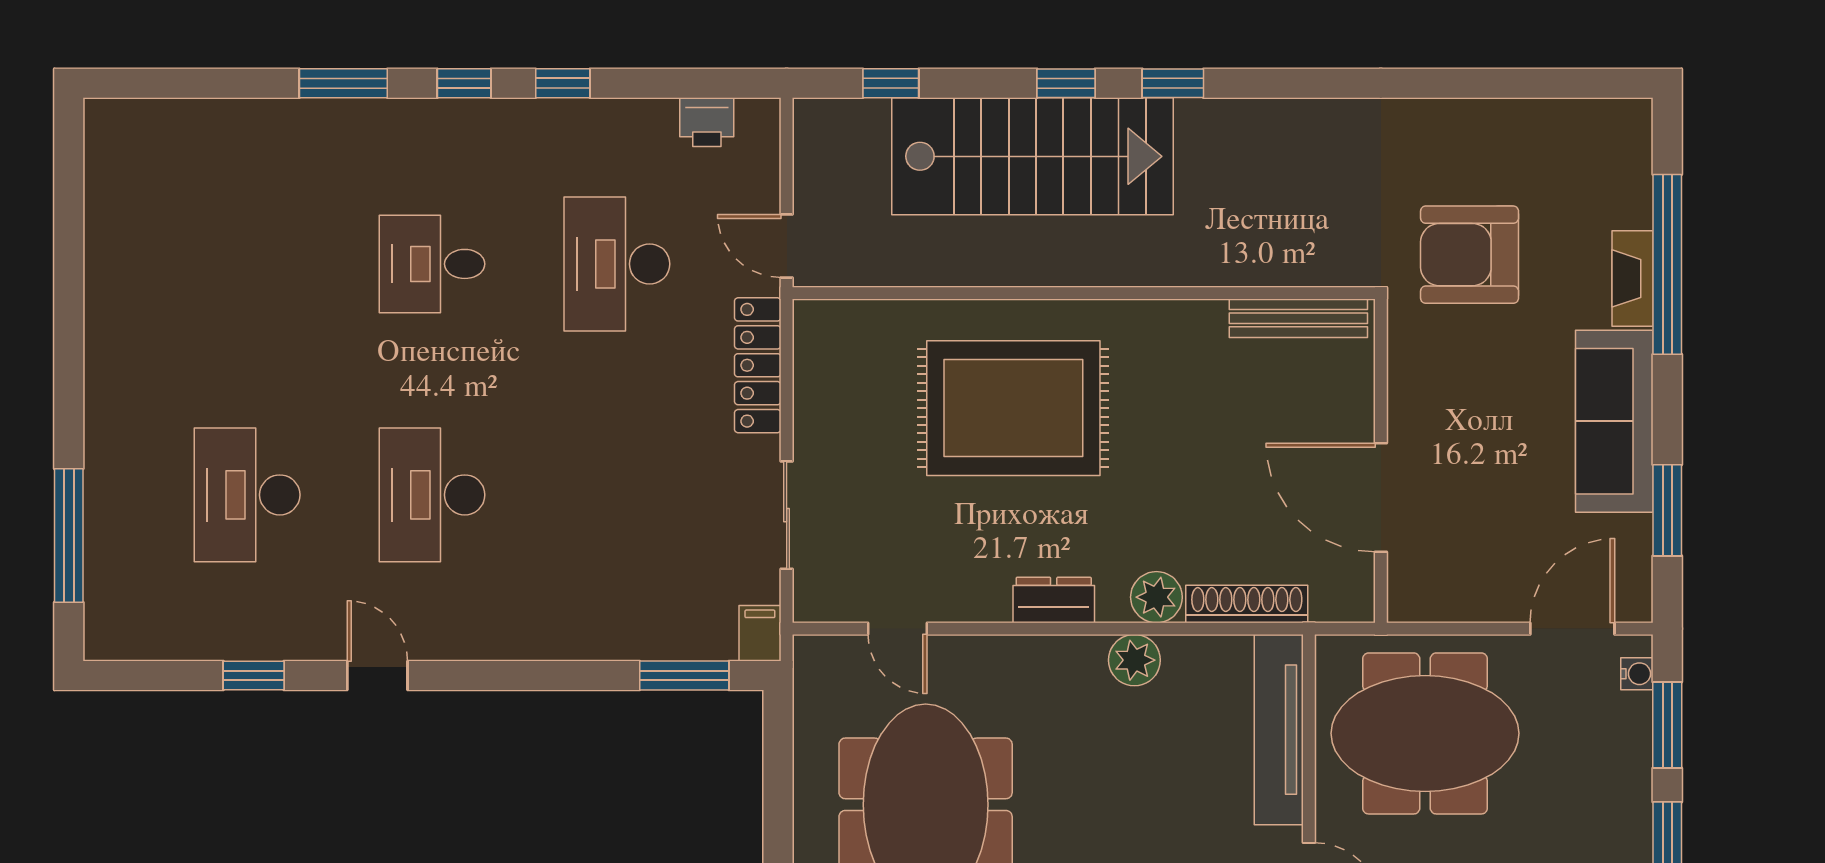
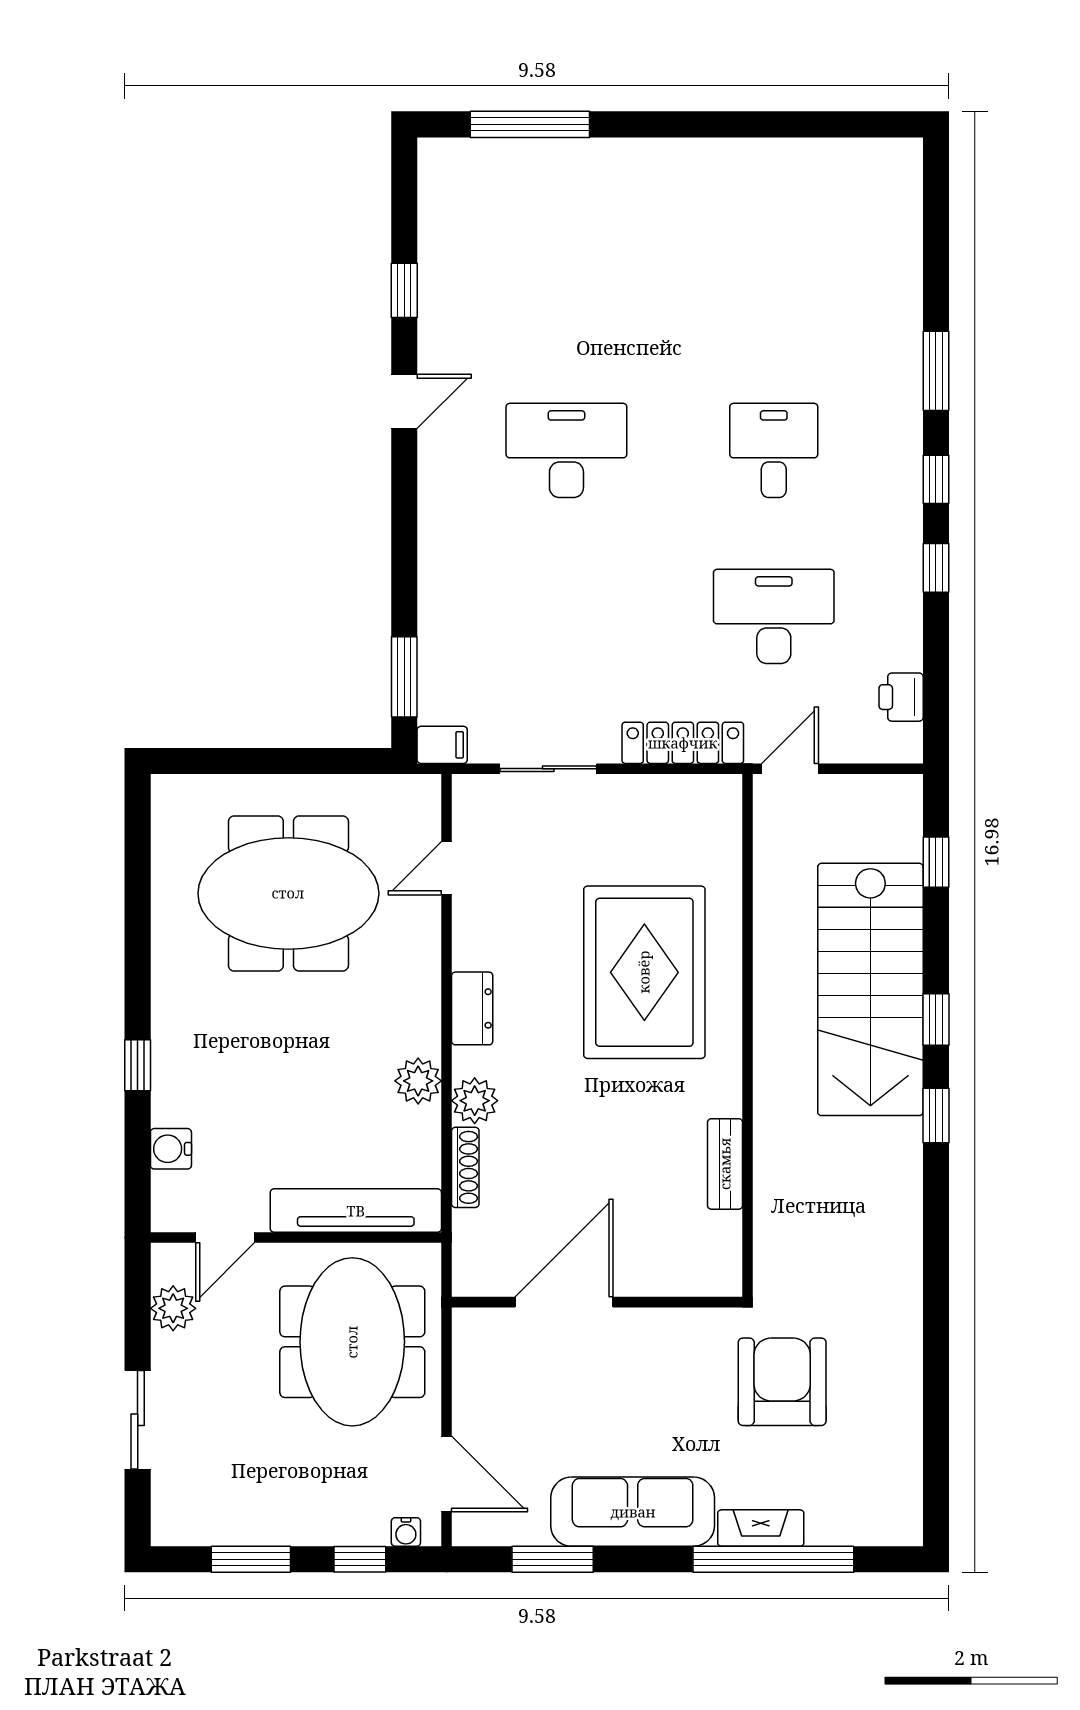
bench: (1298, 318) -> (725, 1164), moved, width x0.73
desk: (247, 495) -> (566, 284), removed
shoe rack: (1247, 604) -> (465, 1167), width x0.74, depth x0.81
window: (1667, 725) -> (360, 1559), width x0.67

